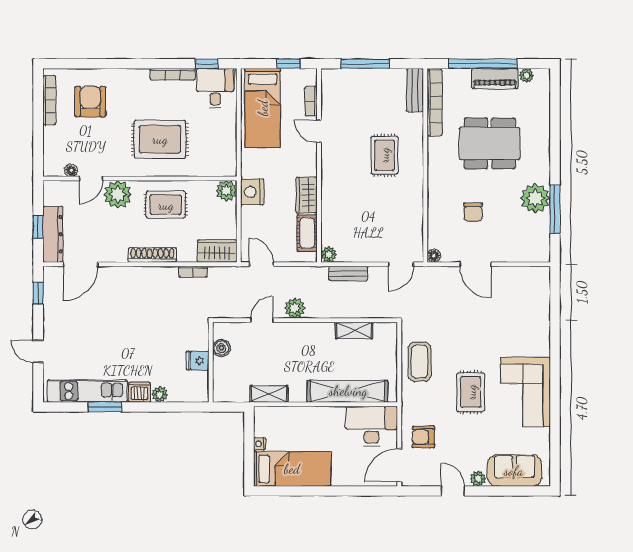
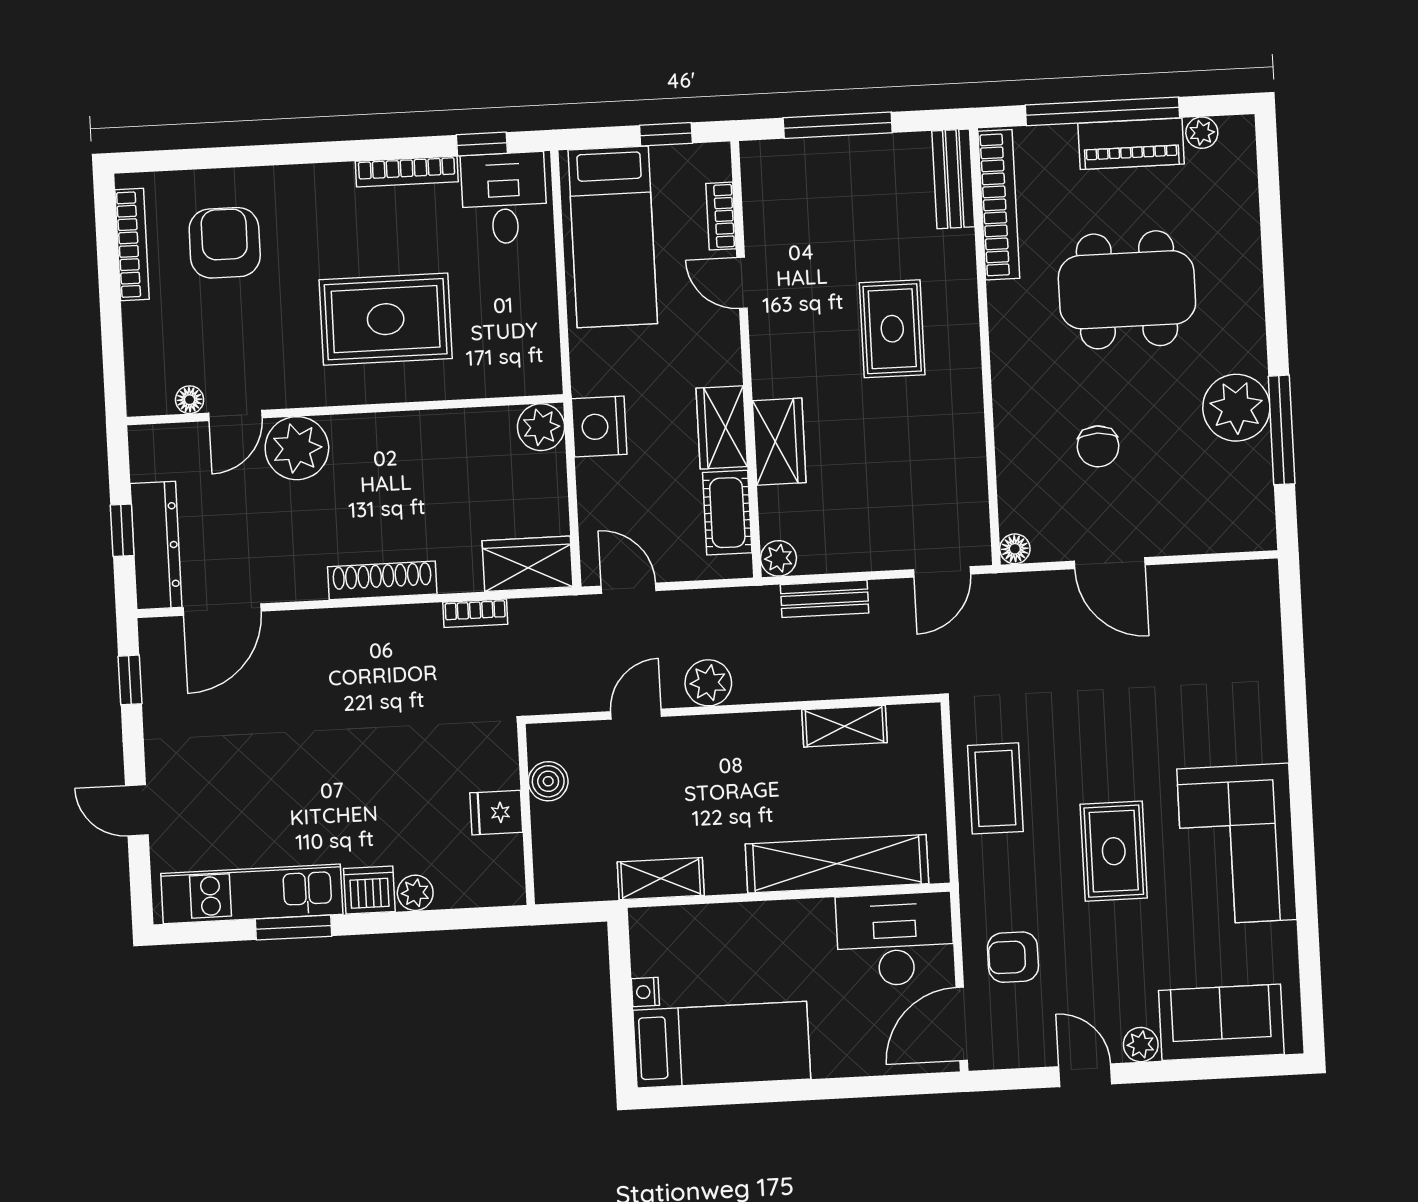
wardrobe: (332, 203) -> (779, 442), added
rug: (166, 205) -> (406, 465), removed

